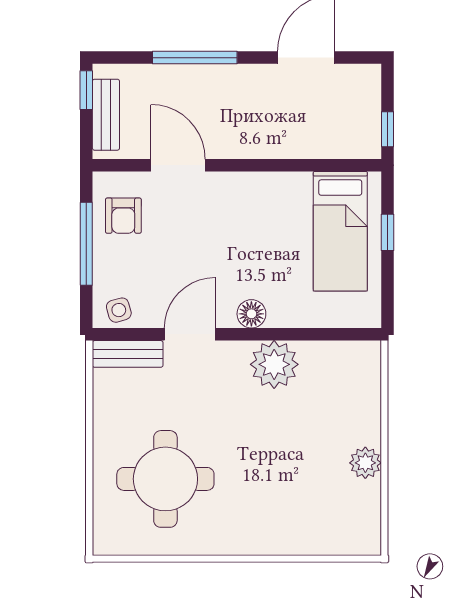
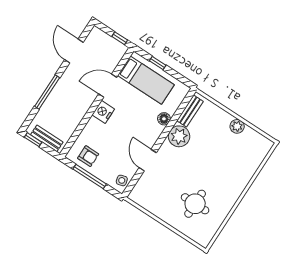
door: (178, 165) -> (108, 86), moved
nightstand: (226, 189) -> (103, 112), added
floor lamp: (251, 314) -> (164, 119), moved
bench: (128, 354) -> (190, 111), moved
round table: (165, 479) -> (195, 204), width x0.73, depth x0.73

